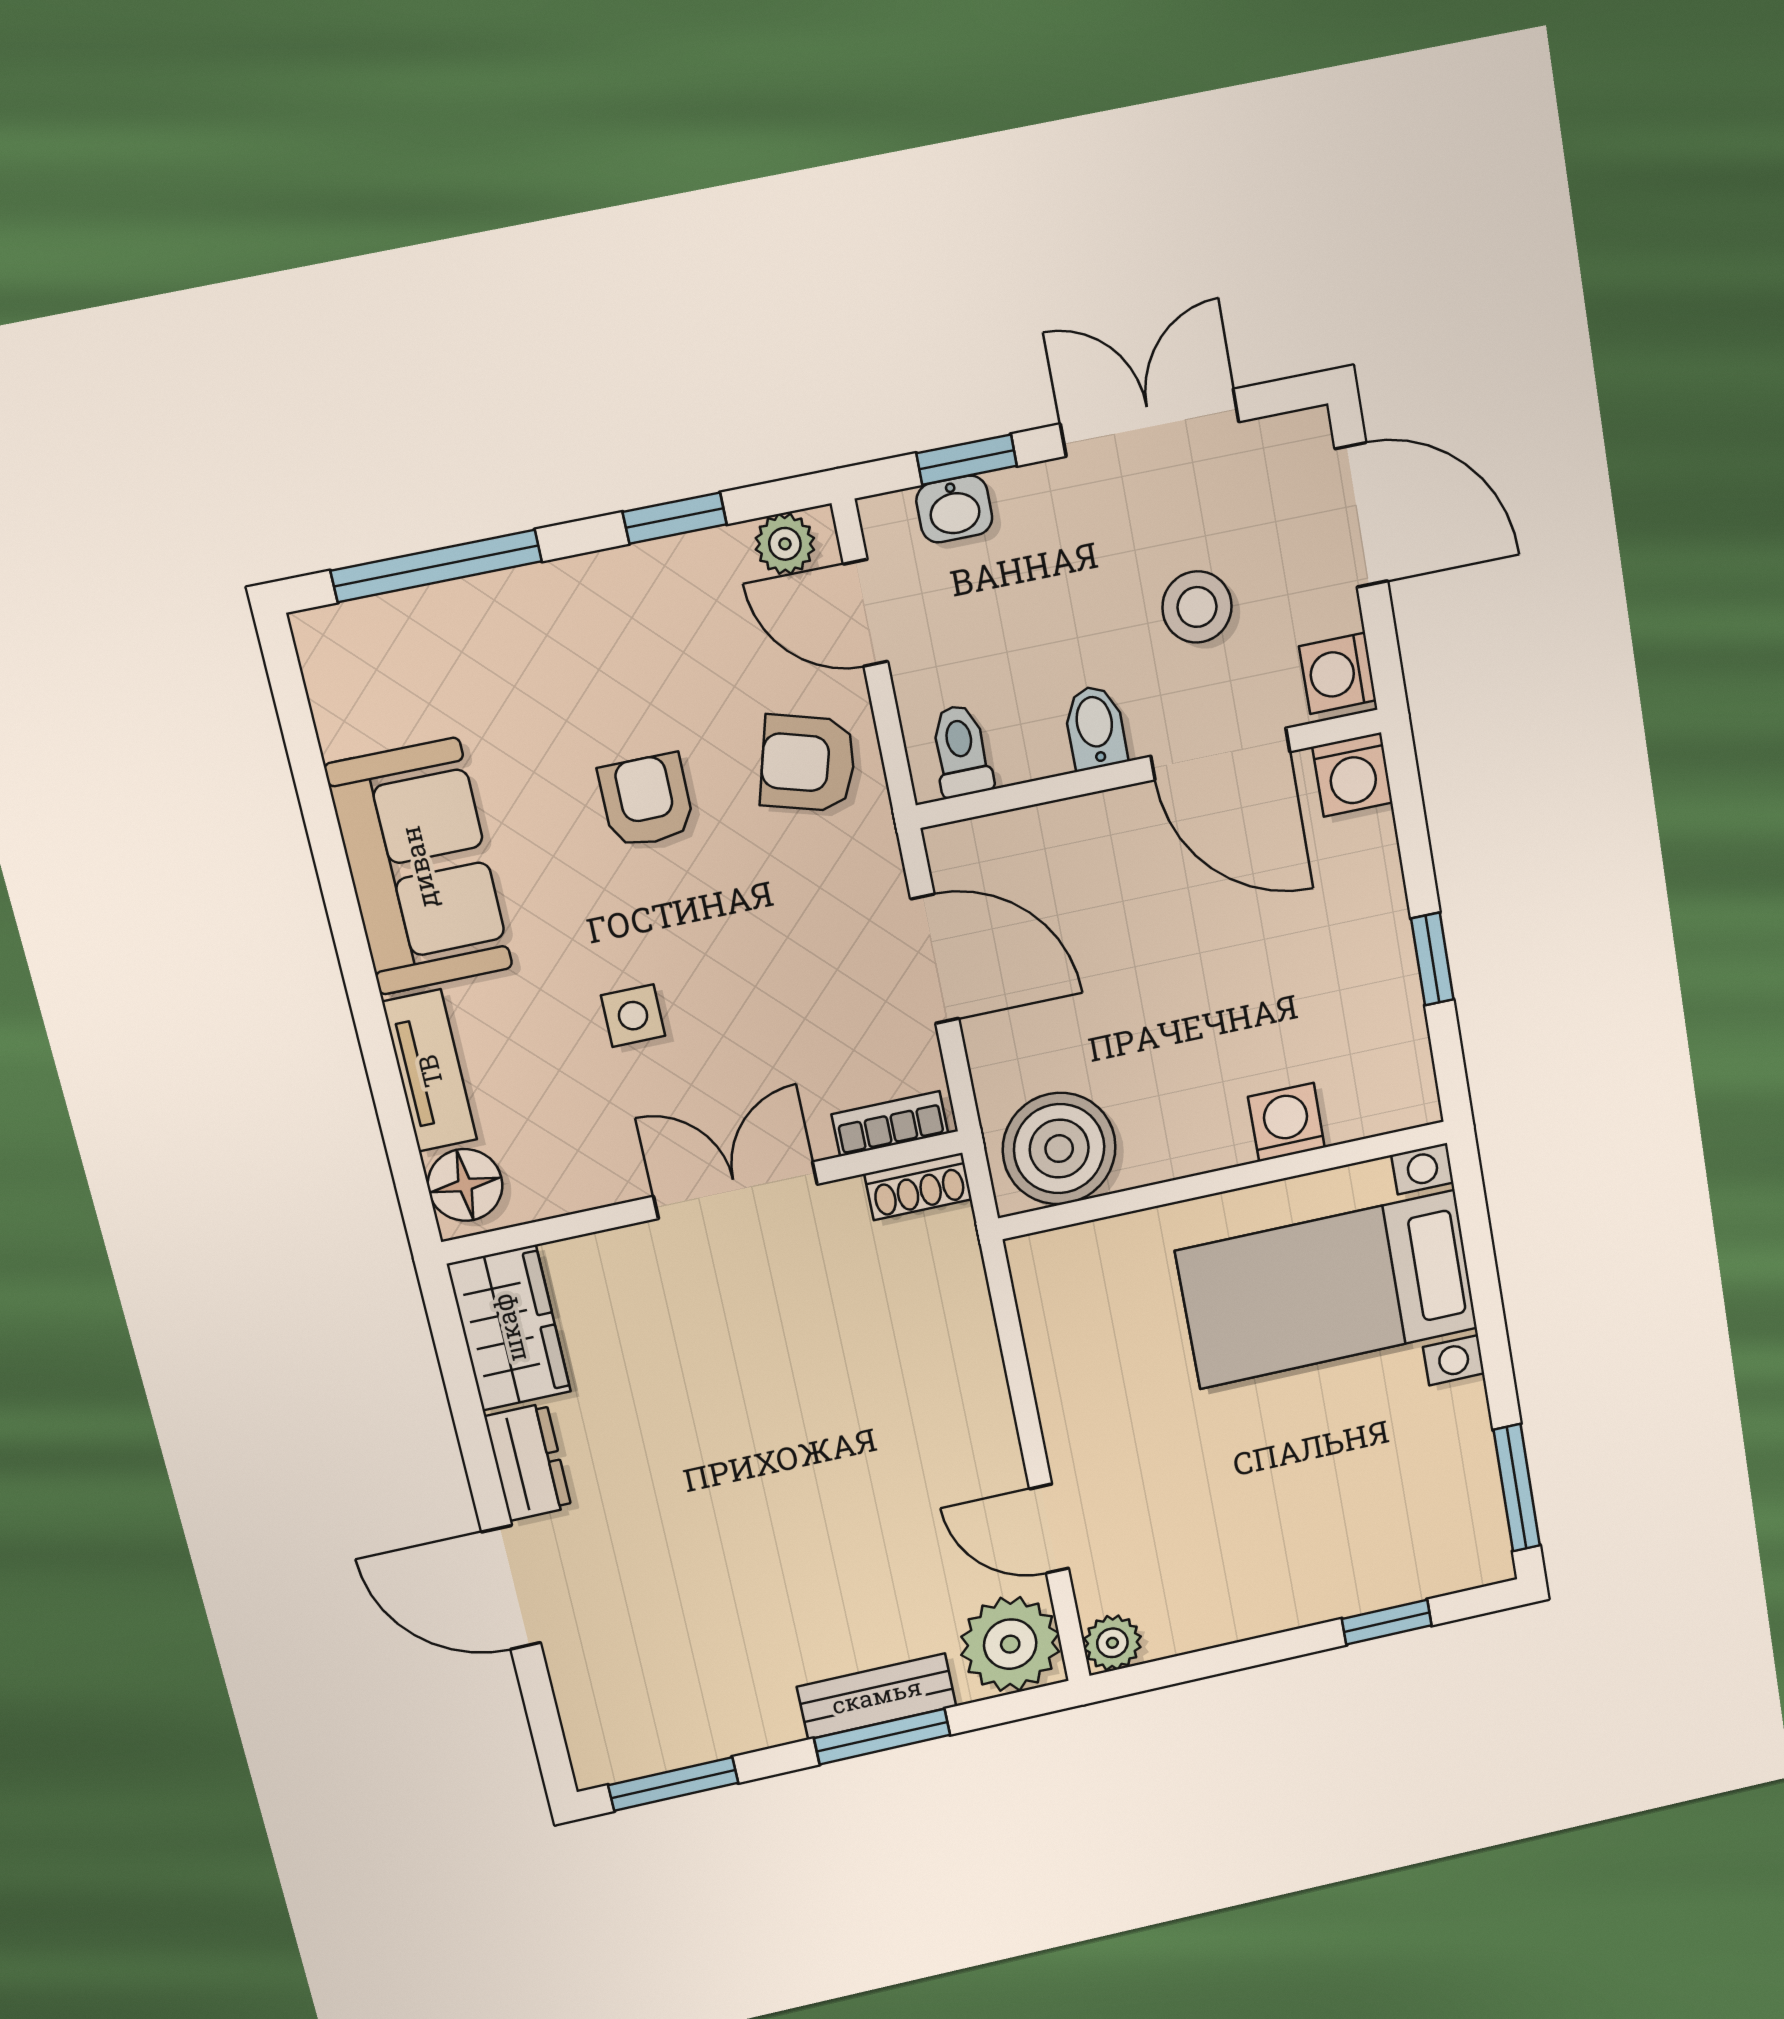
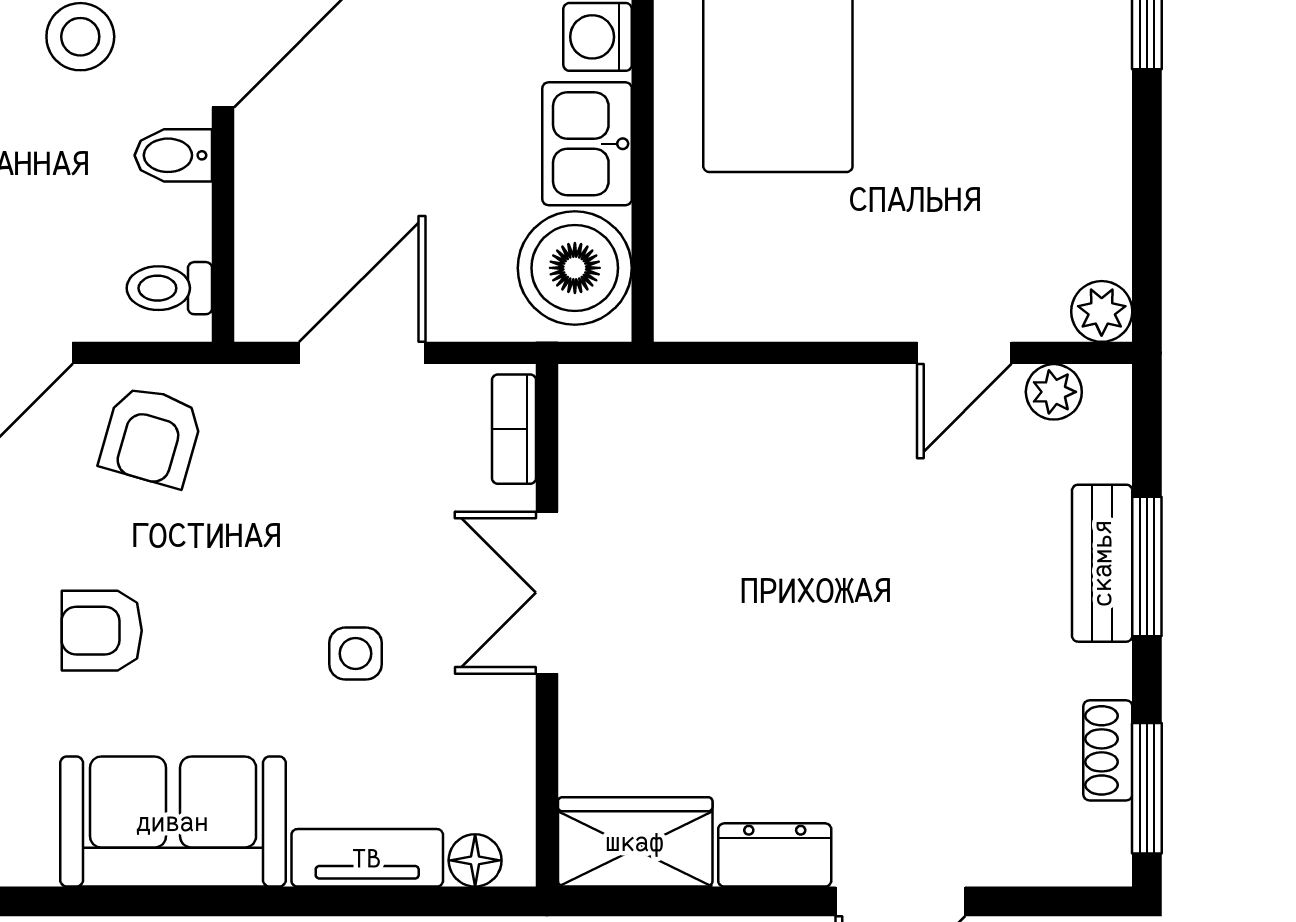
armchair: (646, 801) -> (102, 631), moved
kitchen sink: (1182, 1134) -> (587, 144), added
floor lamp: (465, 1185) -> (475, 860), width x0.73, depth x0.73
shoe rack: (918, 1187) -> (1108, 750), moved, turned 180
plant: (1010, 1644) -> (1054, 392), width x0.53, depth x0.53

